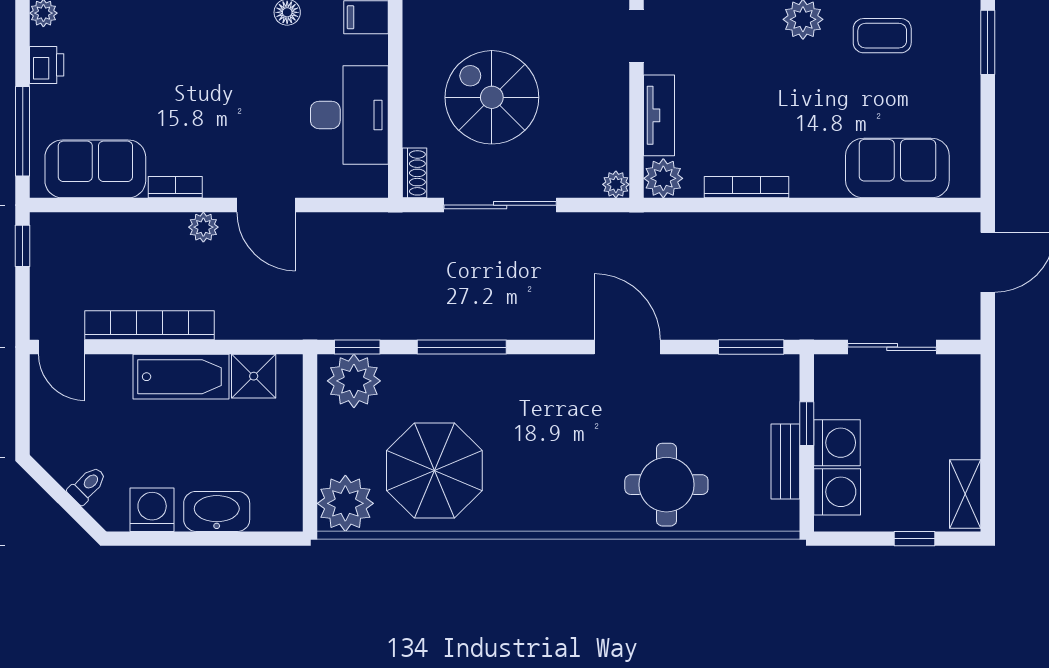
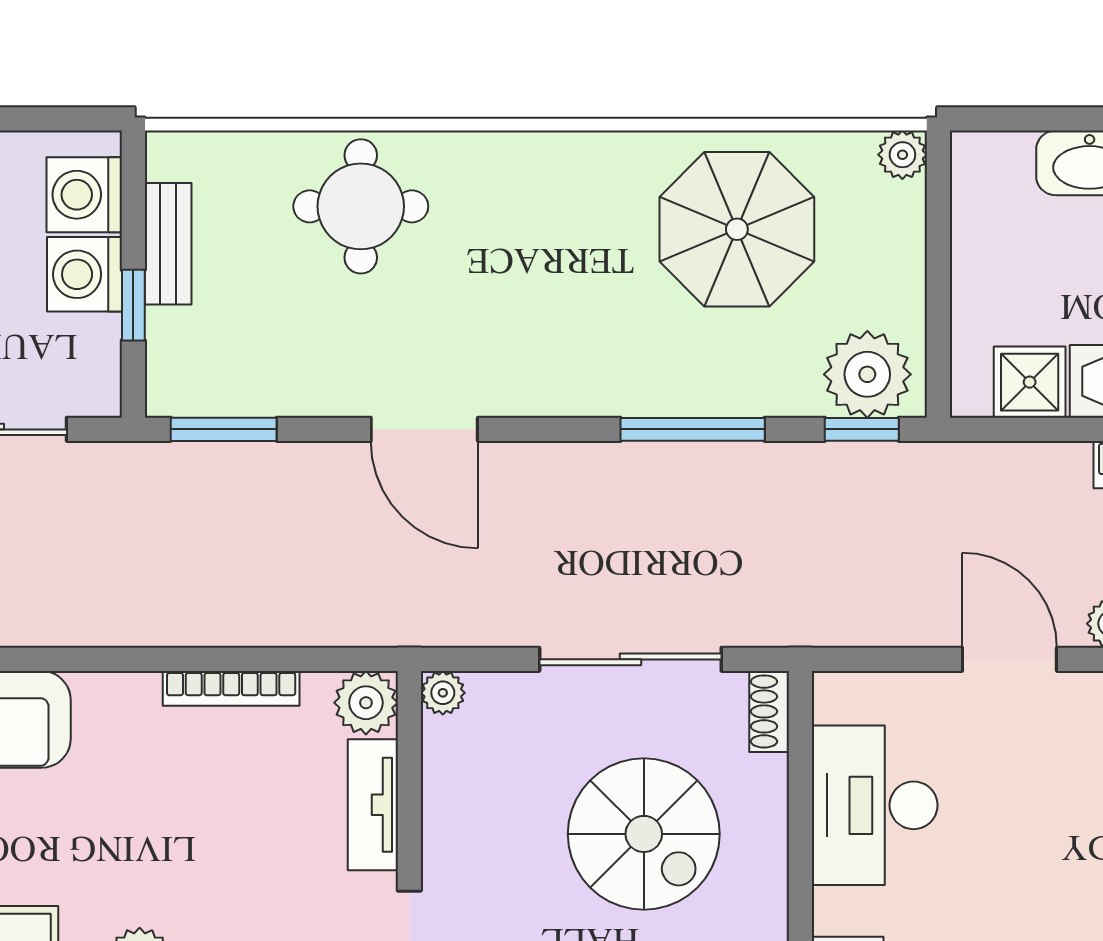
plant: (345, 503) -> (902, 155), width x0.53, depth x0.53

